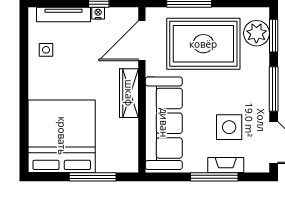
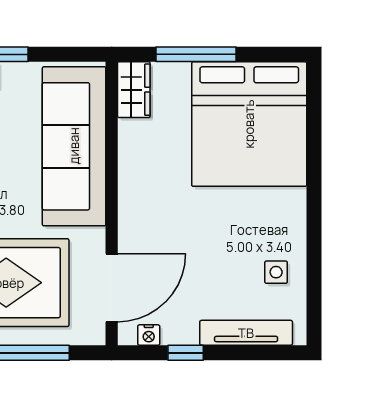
nightstand: (98, 13) -> (149, 335), moved
wardrobe: (129, 93) -> (134, 90), moved, width x0.67

